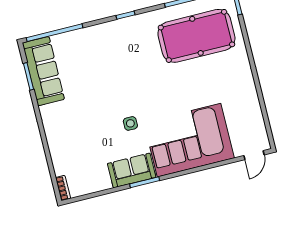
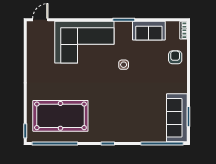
armchair: (65, 150) -> (175, 57), added
sofa: (132, 170) -> (149, 31), moved

